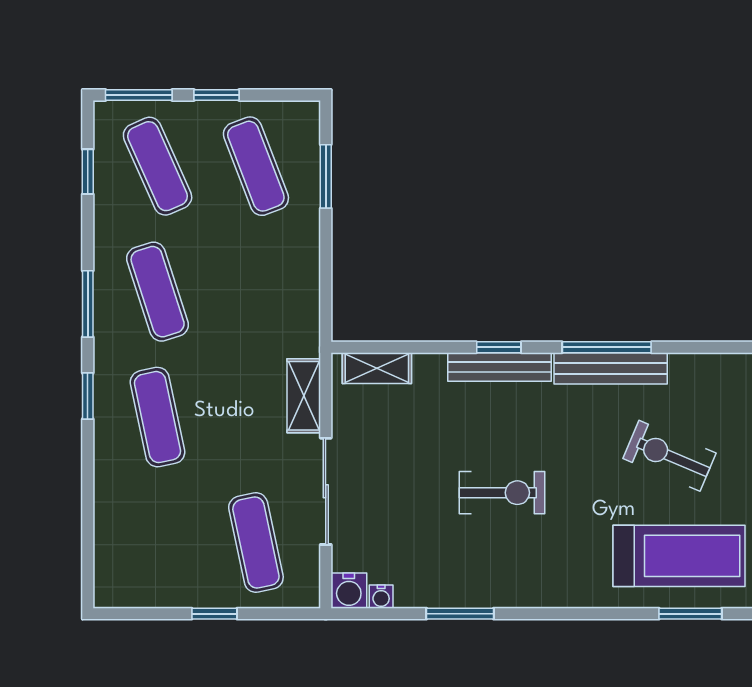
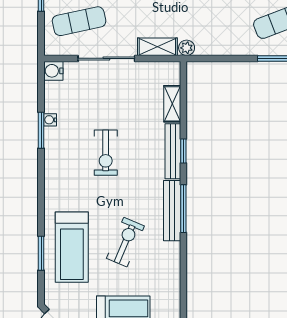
plant: (306, 341) -> (187, 48), added
shelving: (377, 368) -> (172, 104), moved
water cooler: (381, 597) -> (50, 120), moved

